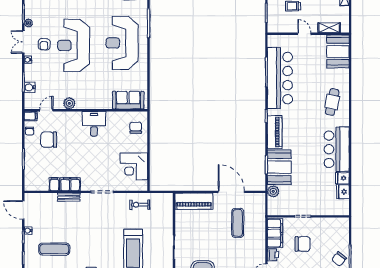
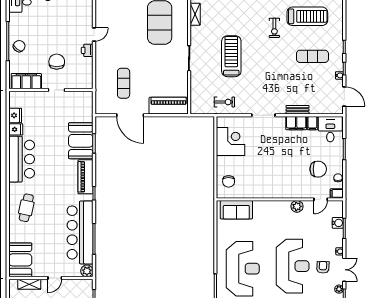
door: (304, 34) -> (55, 278), hinge flipped
desk: (94, 124) -> (330, 129), moved, turned 180
plant: (273, 191) -> (87, 271), moved
filing cabinet: (275, 233) -> (26, 81), moved, turned 90
chair: (303, 244) -> (57, 62), turned 90

